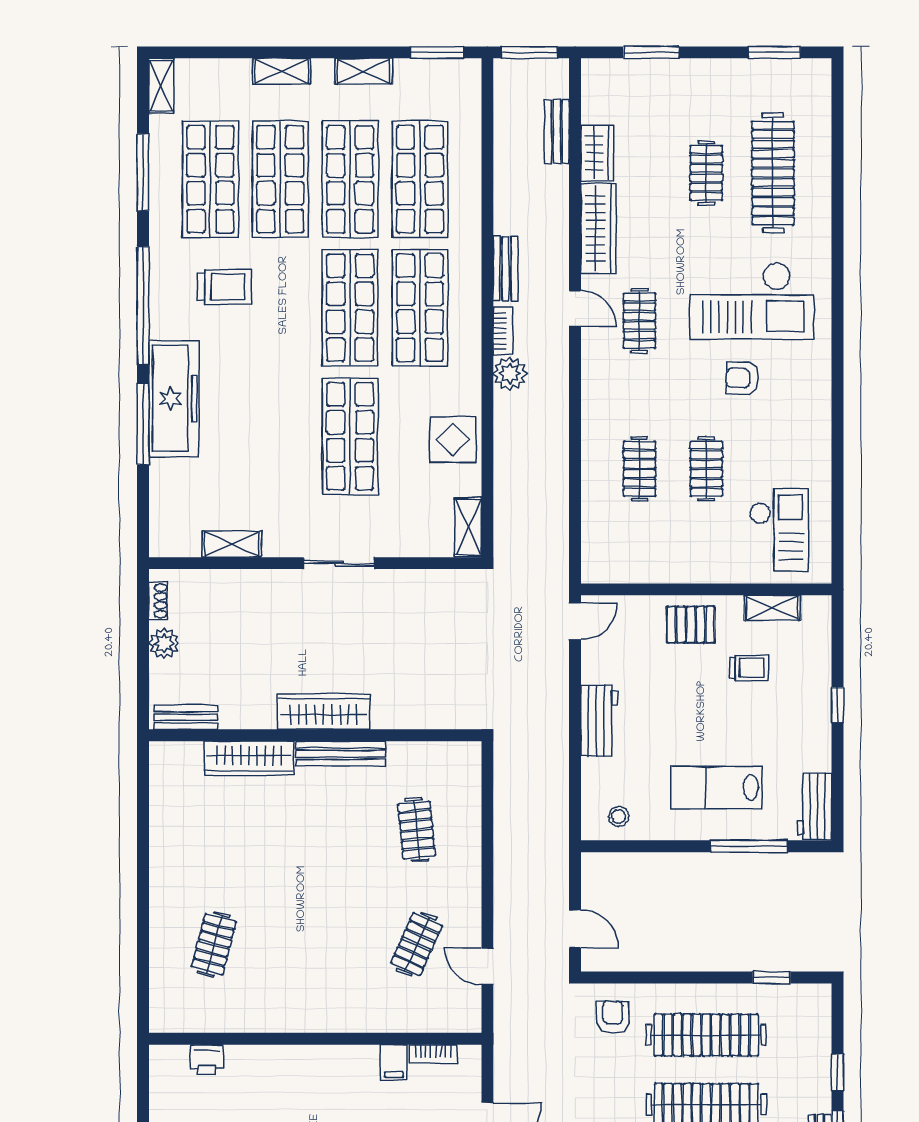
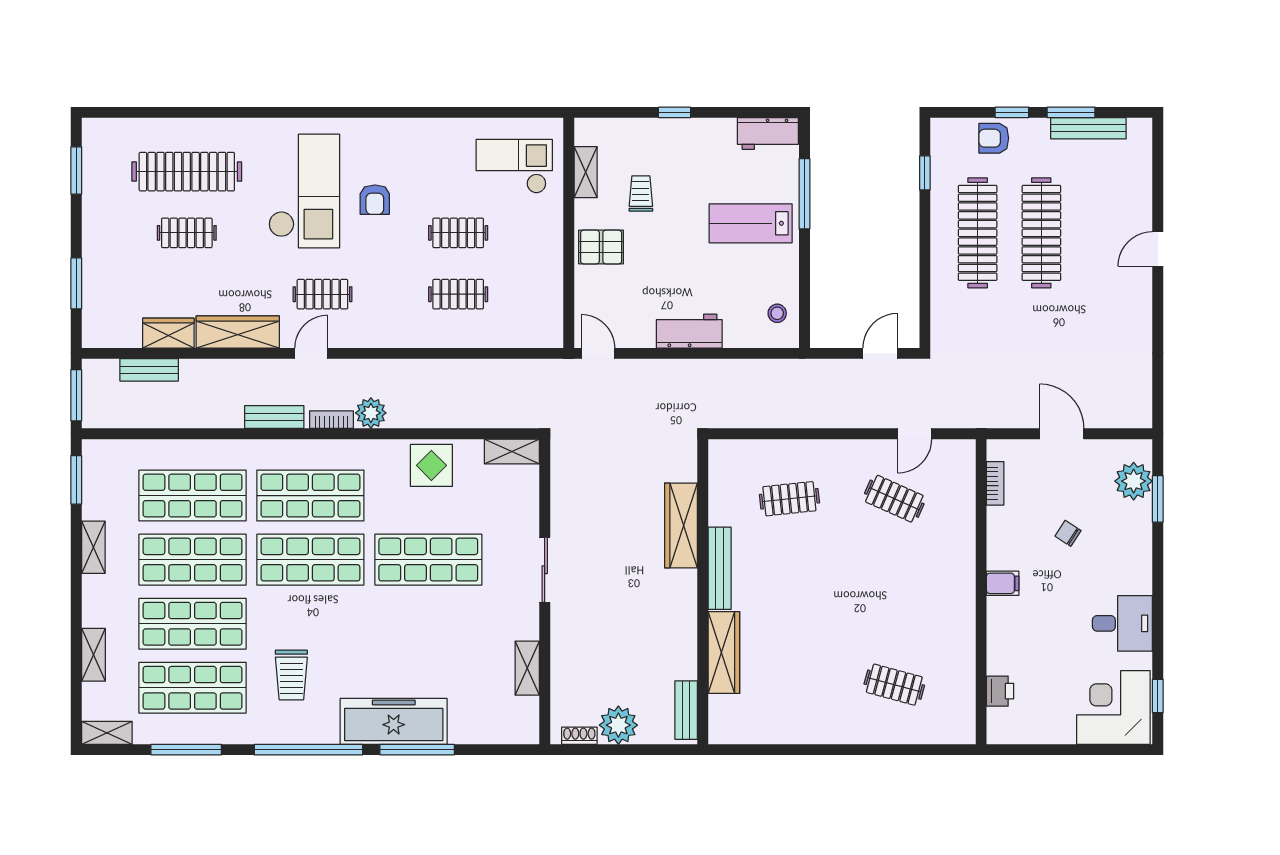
shelving: (282, 71) -> (93, 655), moved
trolley: (224, 287) -> (291, 675), turned 180
pallet: (691, 625) -> (601, 247), turned 90
plant: (164, 643) -> (618, 725), width x1.36, depth x1.36
wardrobe: (324, 712) -> (681, 525), moved
lab bench: (717, 788) -> (751, 223), turned 90
armchair: (613, 1017) -> (994, 138), moved
filing cabinet: (394, 1062) -> (1003, 583), moved

